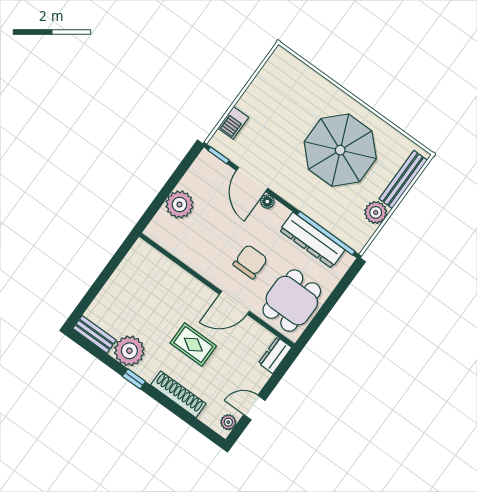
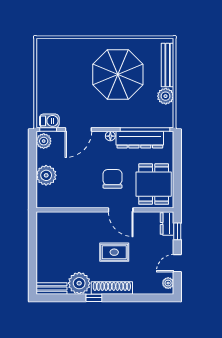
barbecue: (233, 123) -> (49, 121), moved, turned -90
plant: (204, 164) -> (44, 141), added
door: (252, 180) -> (78, 130), hinge flipped
floor lamp: (267, 202) -> (110, 136), moved
door: (234, 303) -> (121, 210), hinge flipped
window: (280, 372) -> (177, 231), added
shoe rack: (178, 394) -> (112, 288), moved

